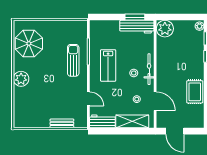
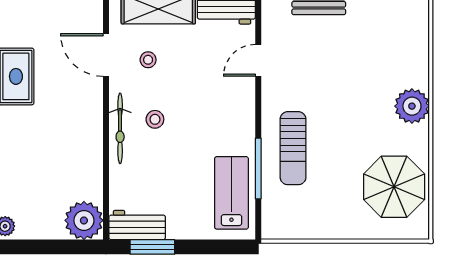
workbench: (137, 27) -> (137, 225), width x0.73
lab bench: (108, 65) -> (231, 193), moved
door: (88, 99) -> (258, 60), hinge flipped

